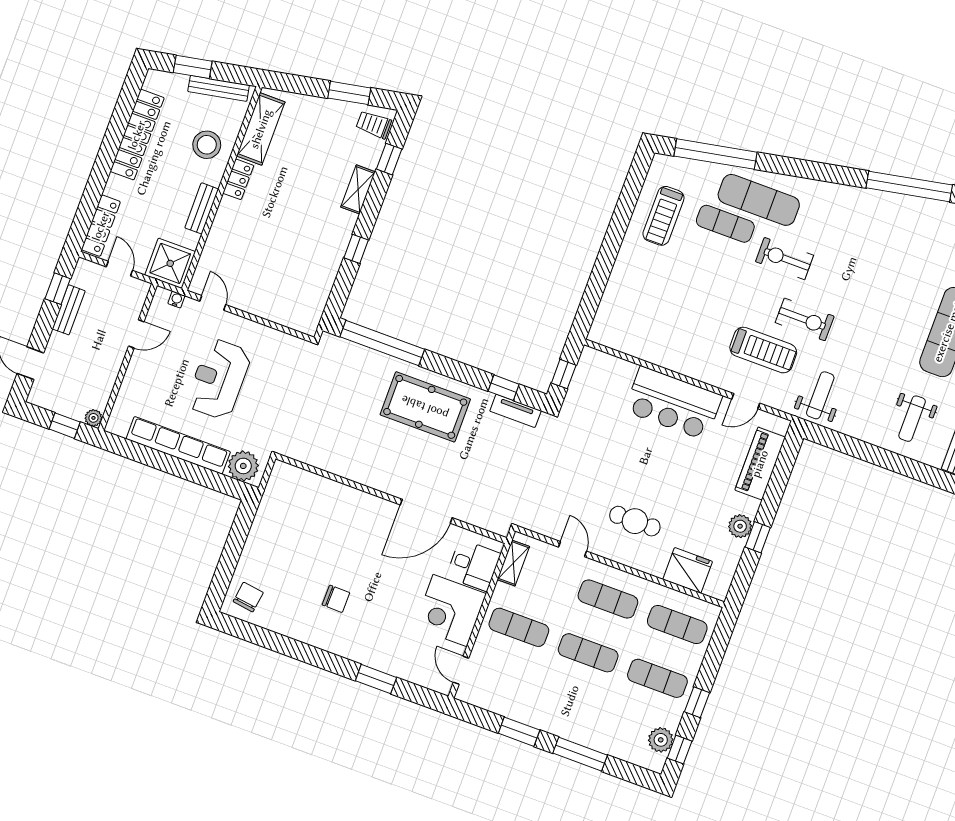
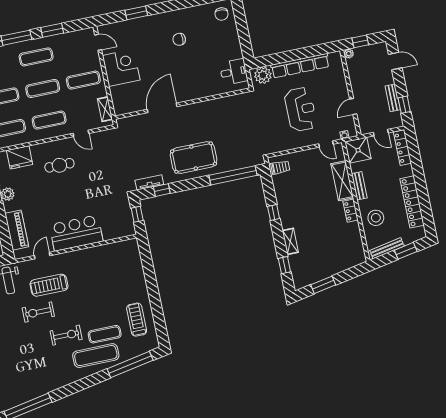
trolley: (374, 124) -> (280, 167), moved
shelving: (261, 129) -> (342, 181), moved
desk: (473, 565) -> (234, 72), moved, turned 180
exercise mat: (568, 707) -> (36, 57), added

